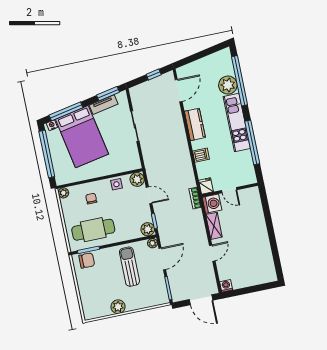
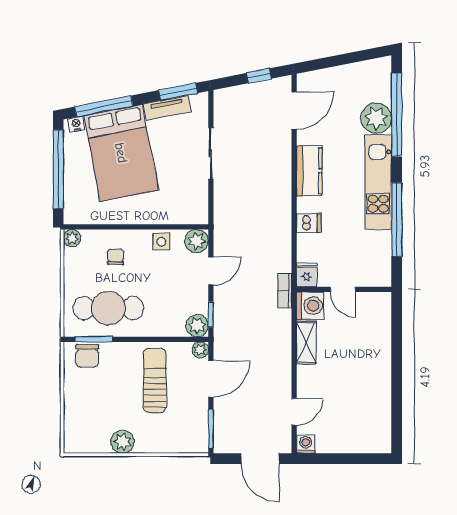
door: (149, 195) -> (211, 271), hinge flipped
door: (212, 253) -> (294, 412), moved
chair: (87, 260) -> (87, 356), turned 90

